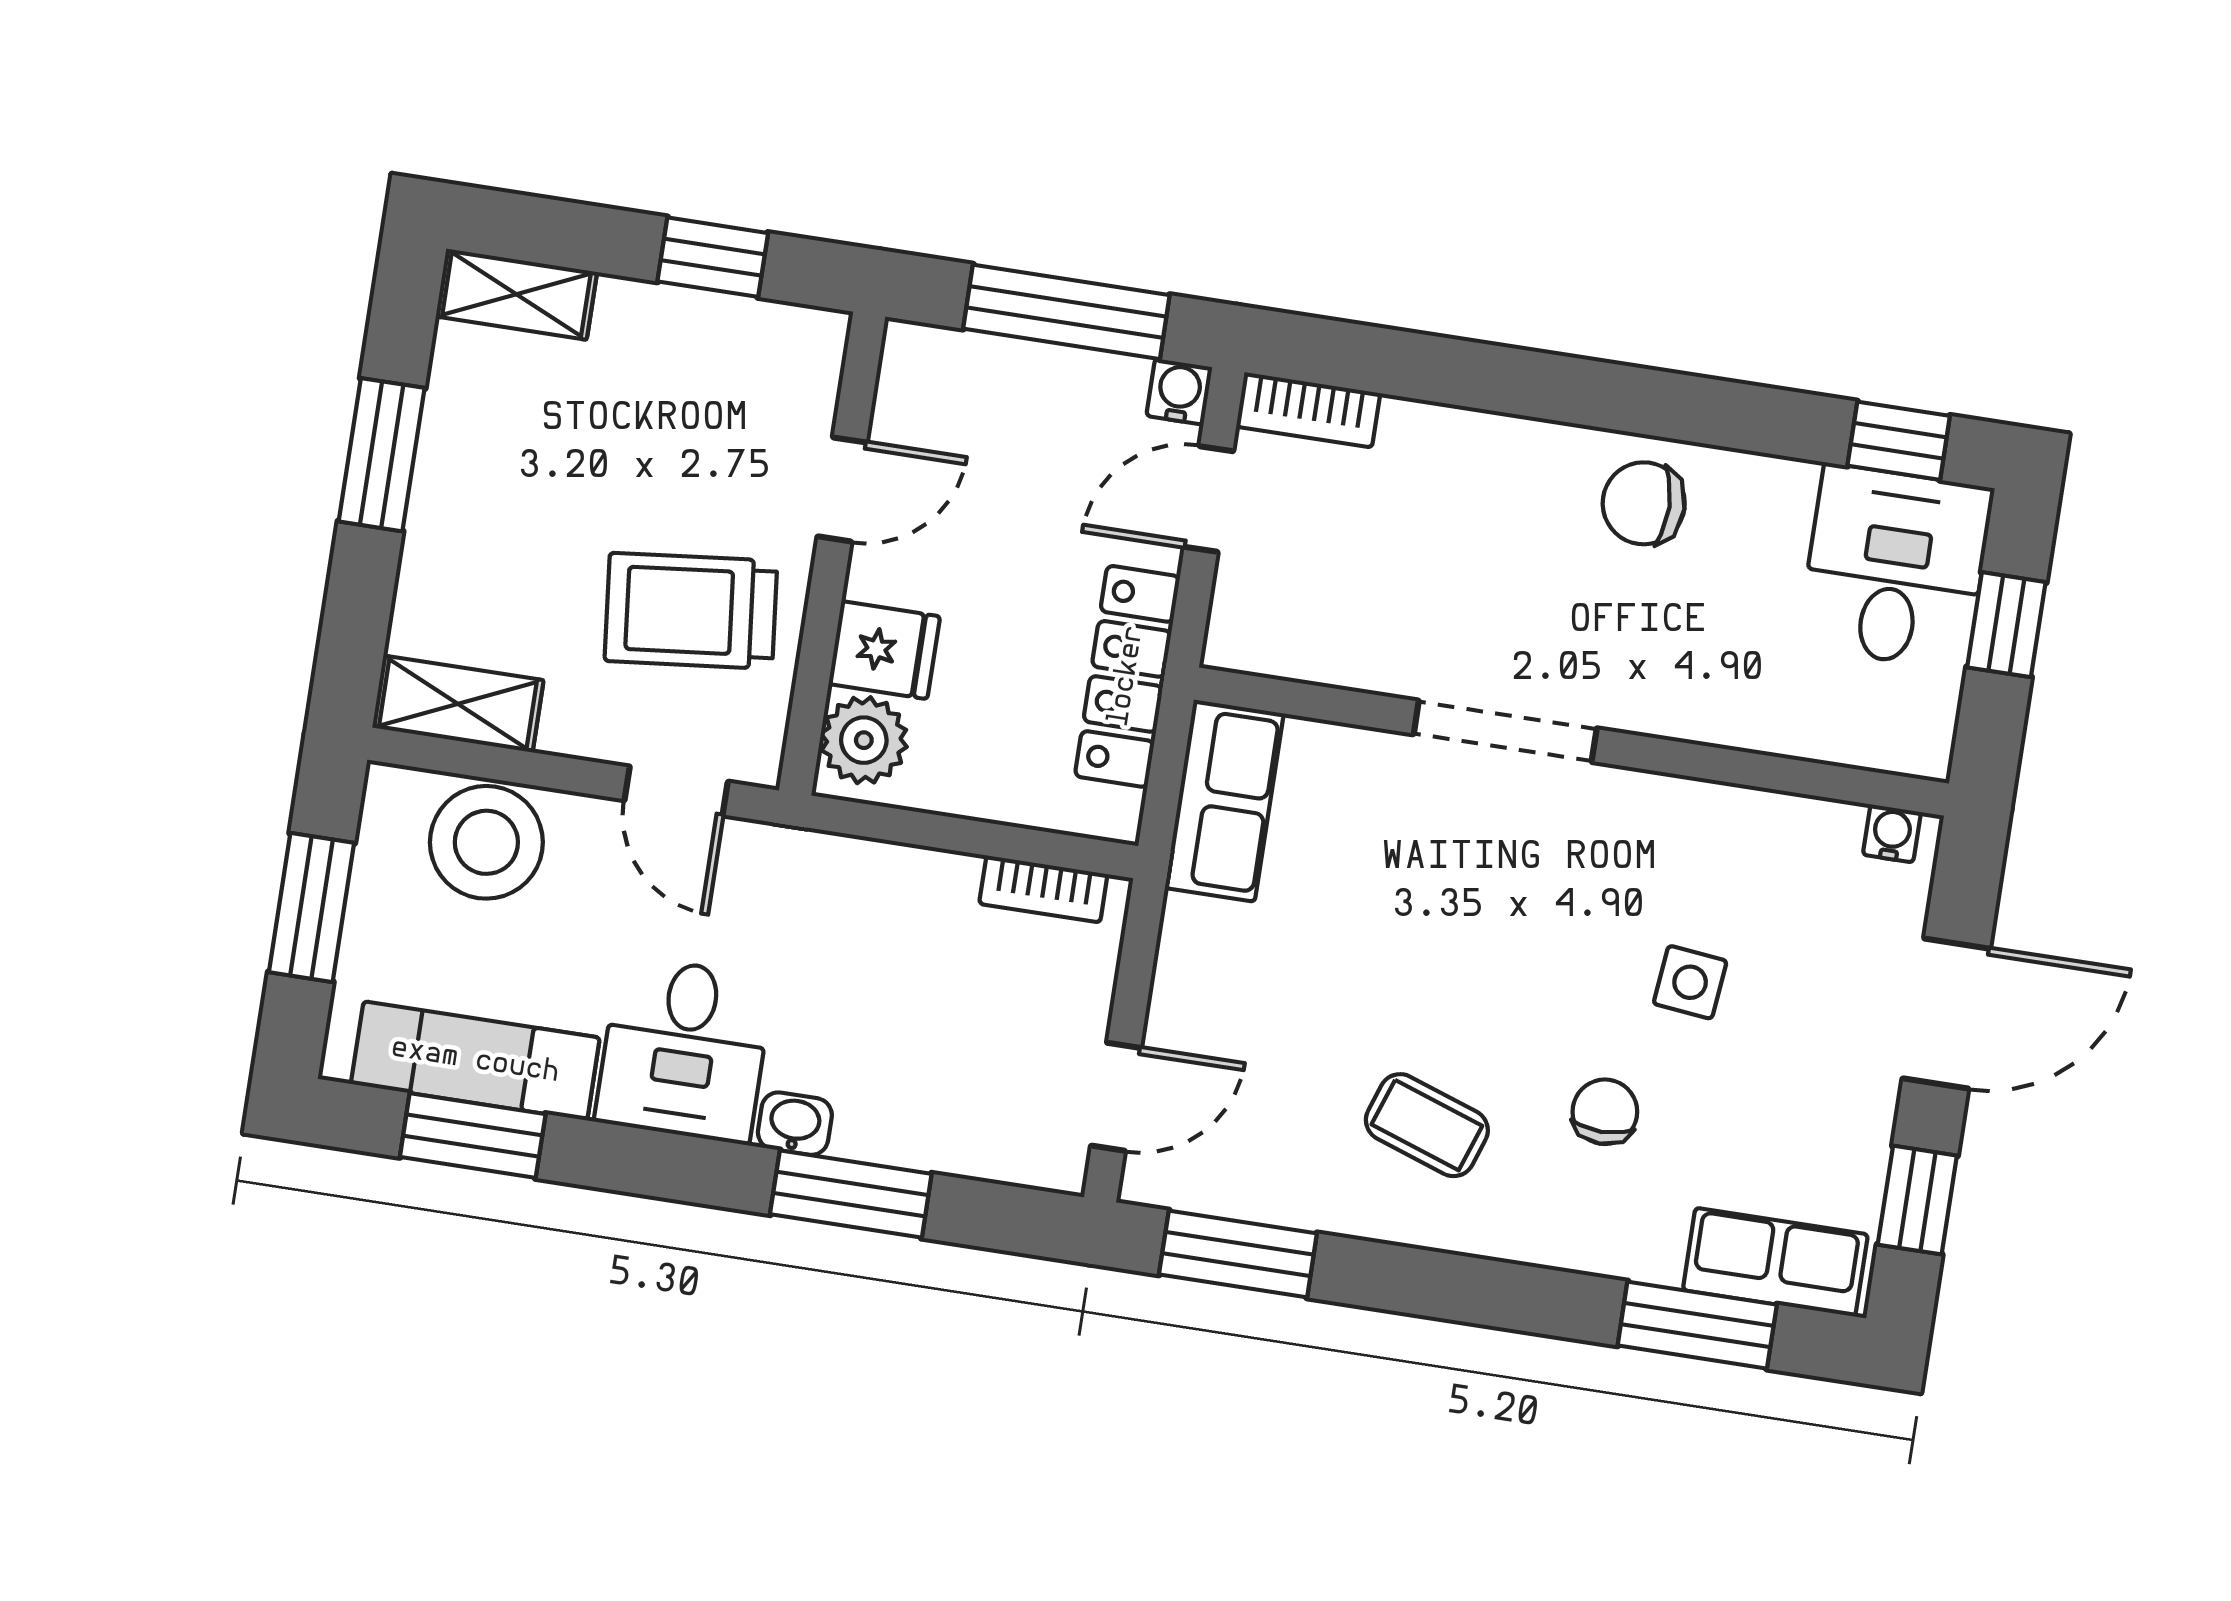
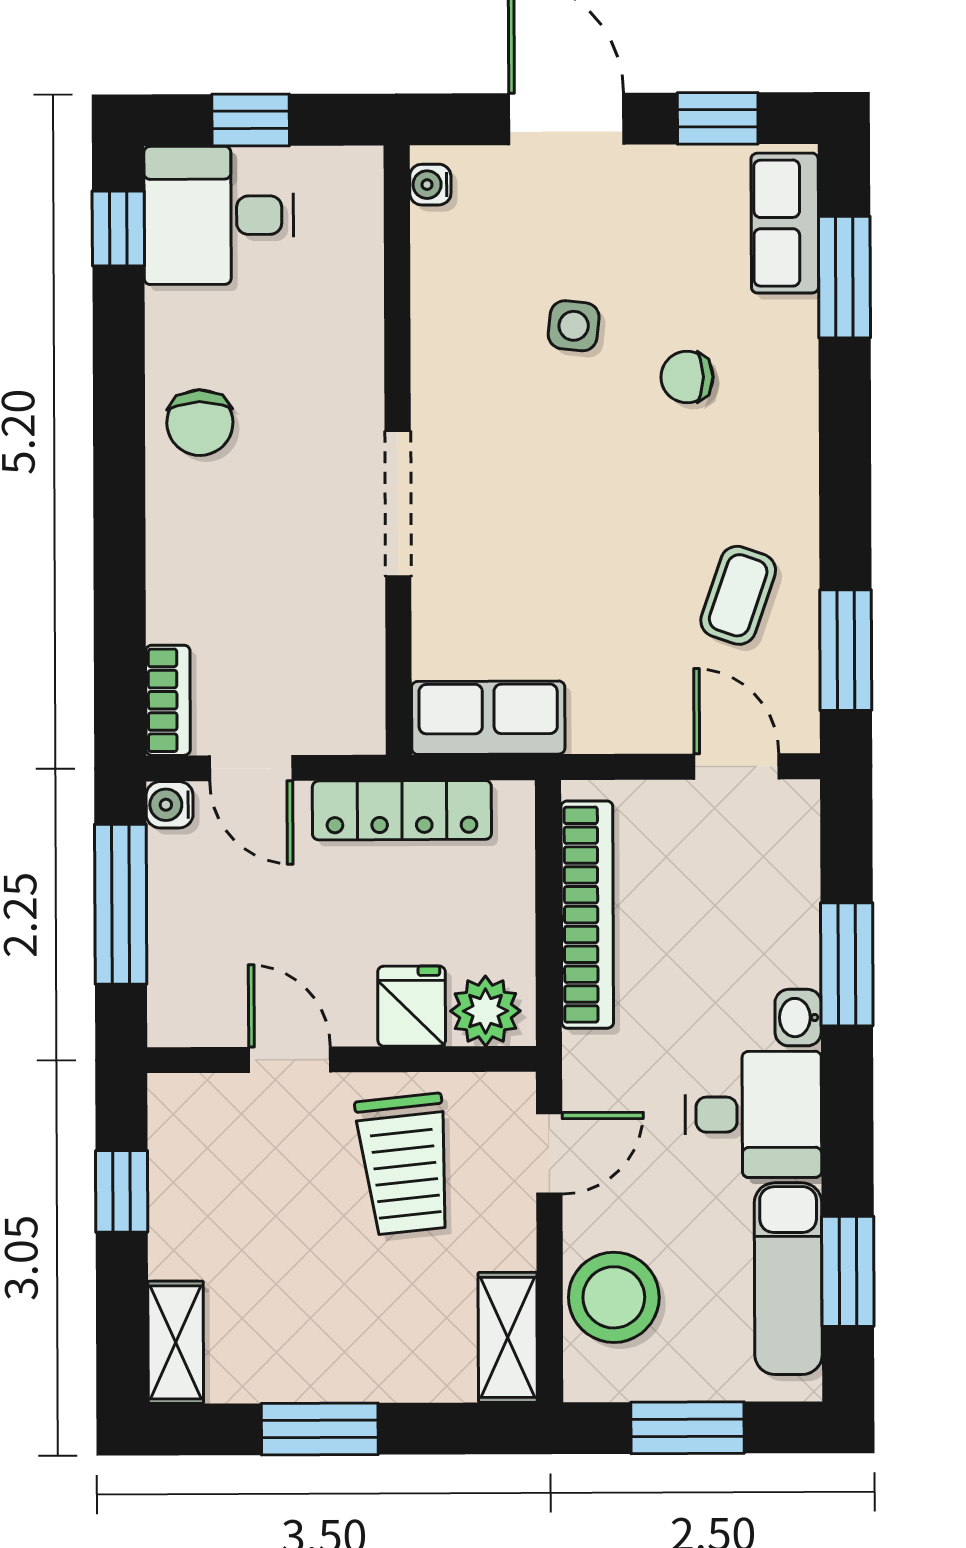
bookcase: (1043, 889) -> (587, 915), width x2.31, depth x1.31
coffee table: (1427, 1125) -> (738, 595), moved

